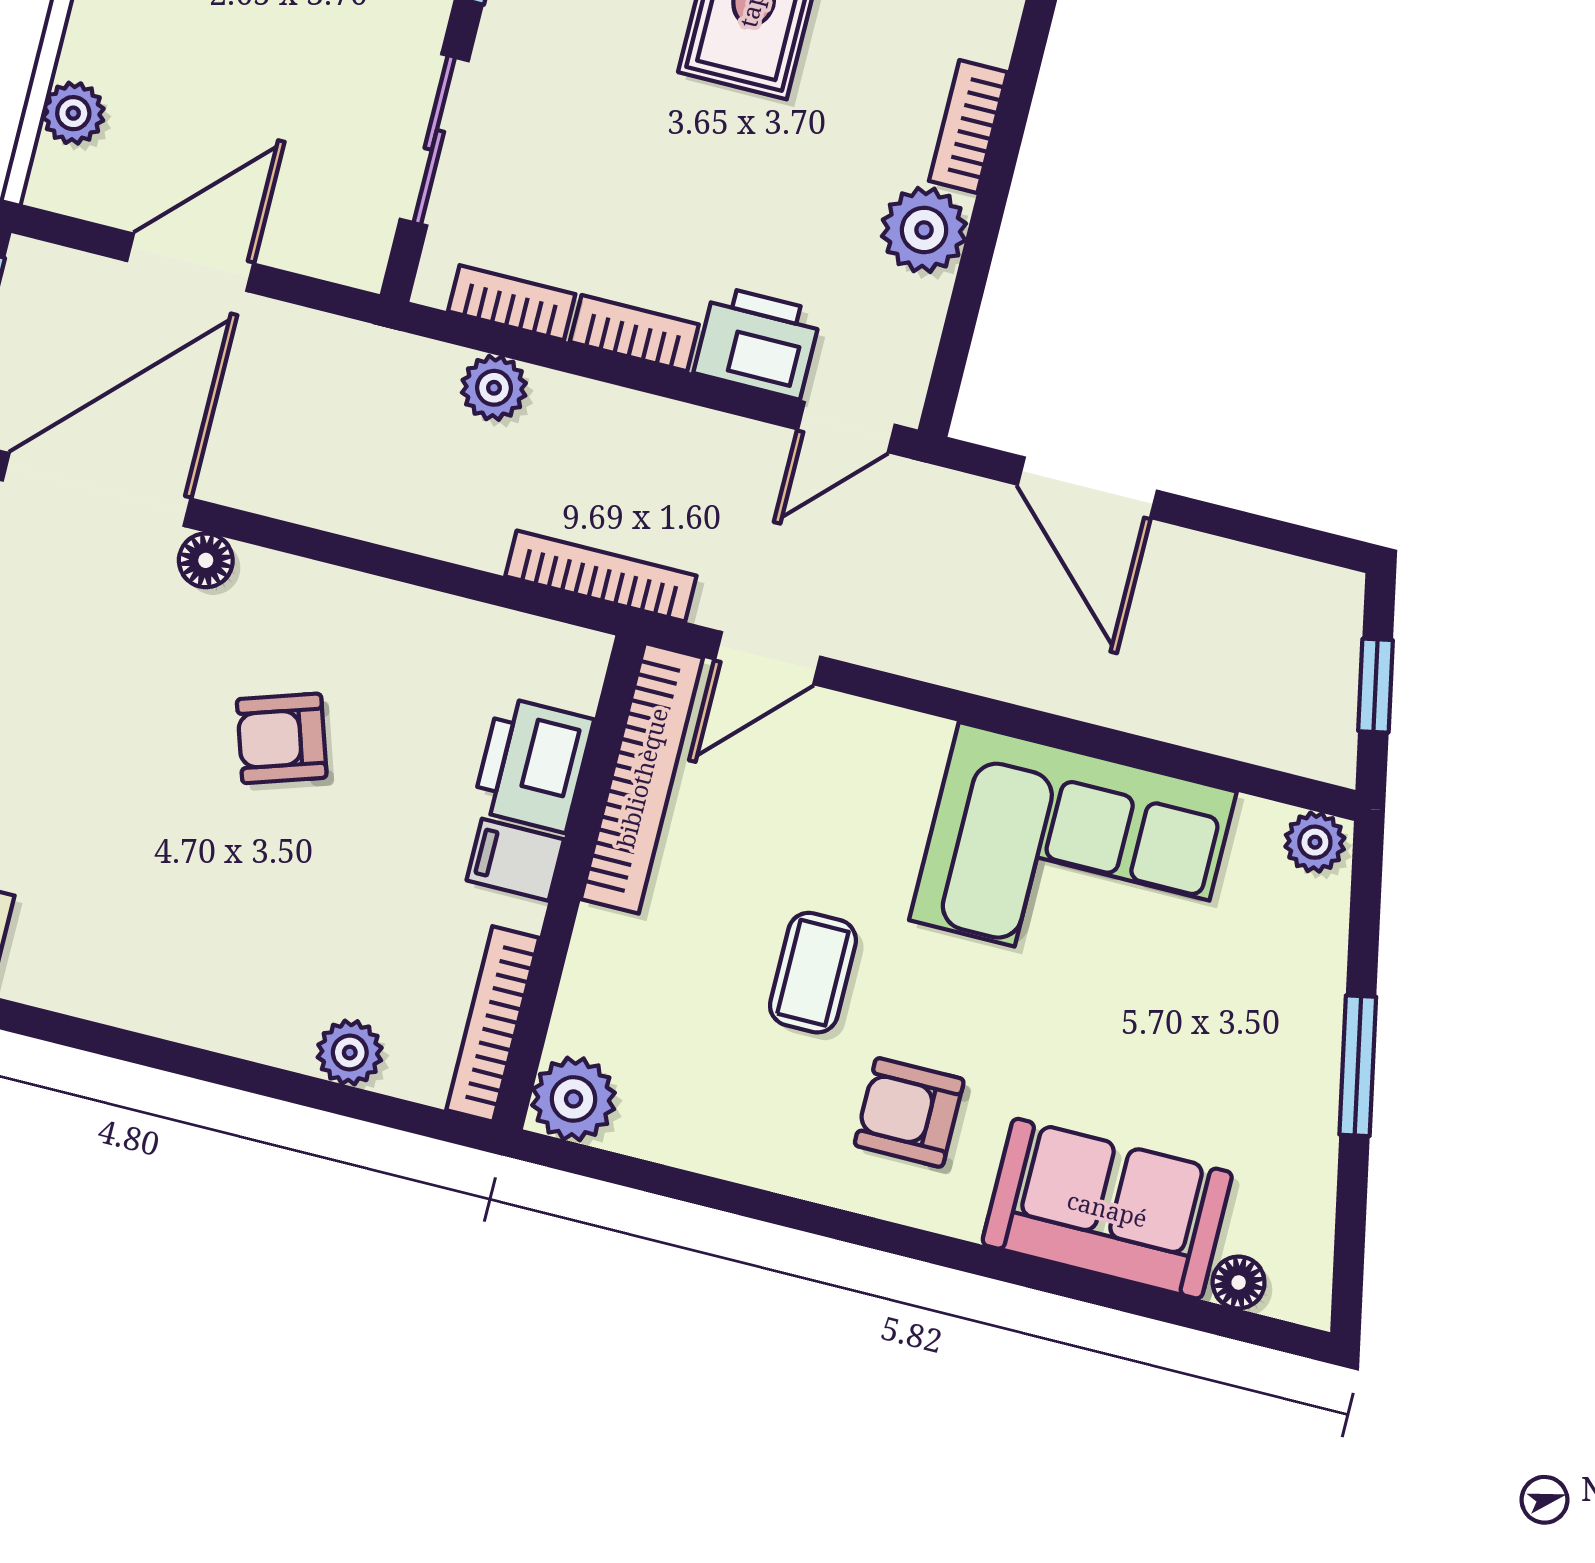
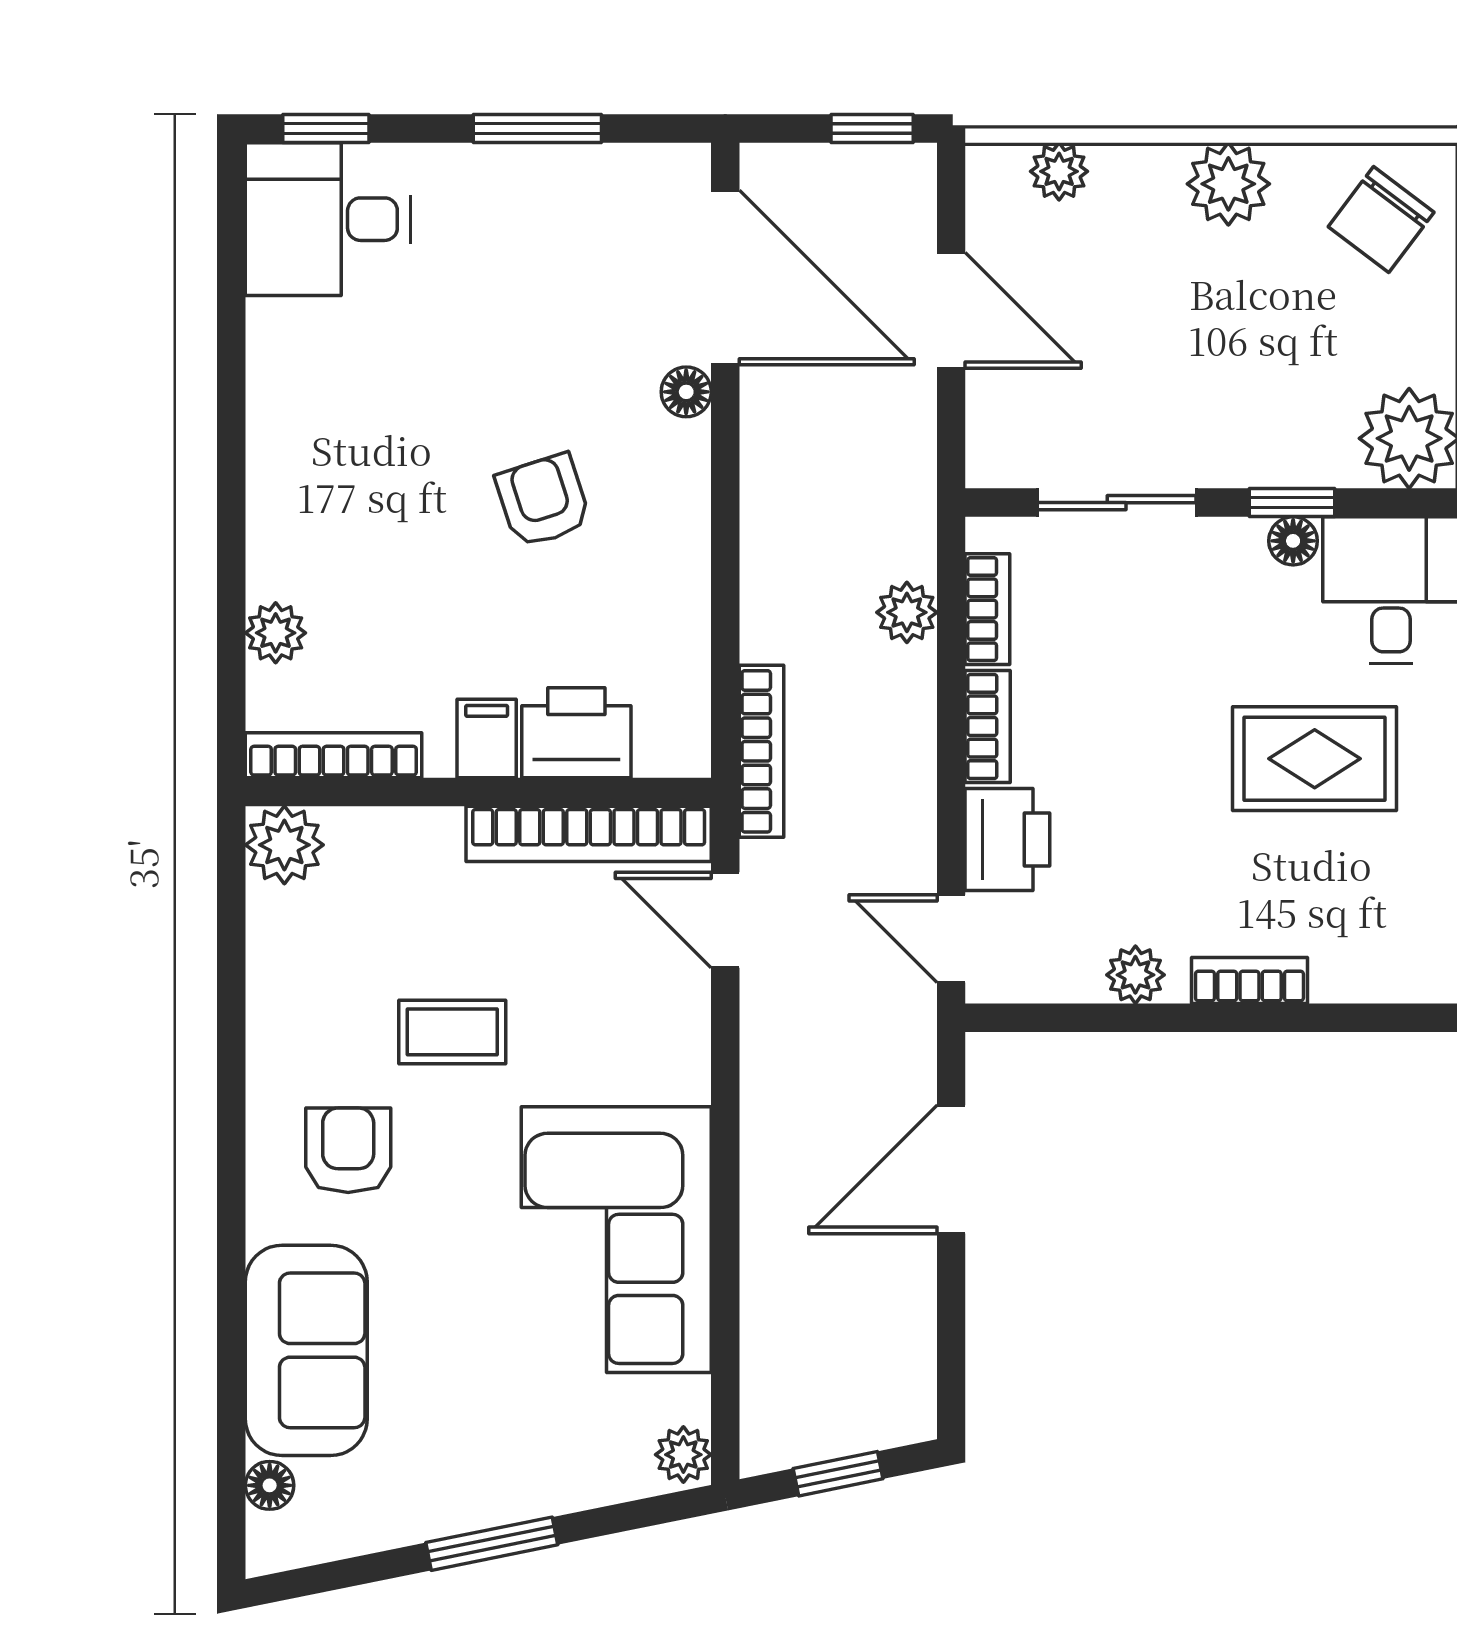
plant: (924, 230) -> (1135, 975), width x0.73, depth x0.73

